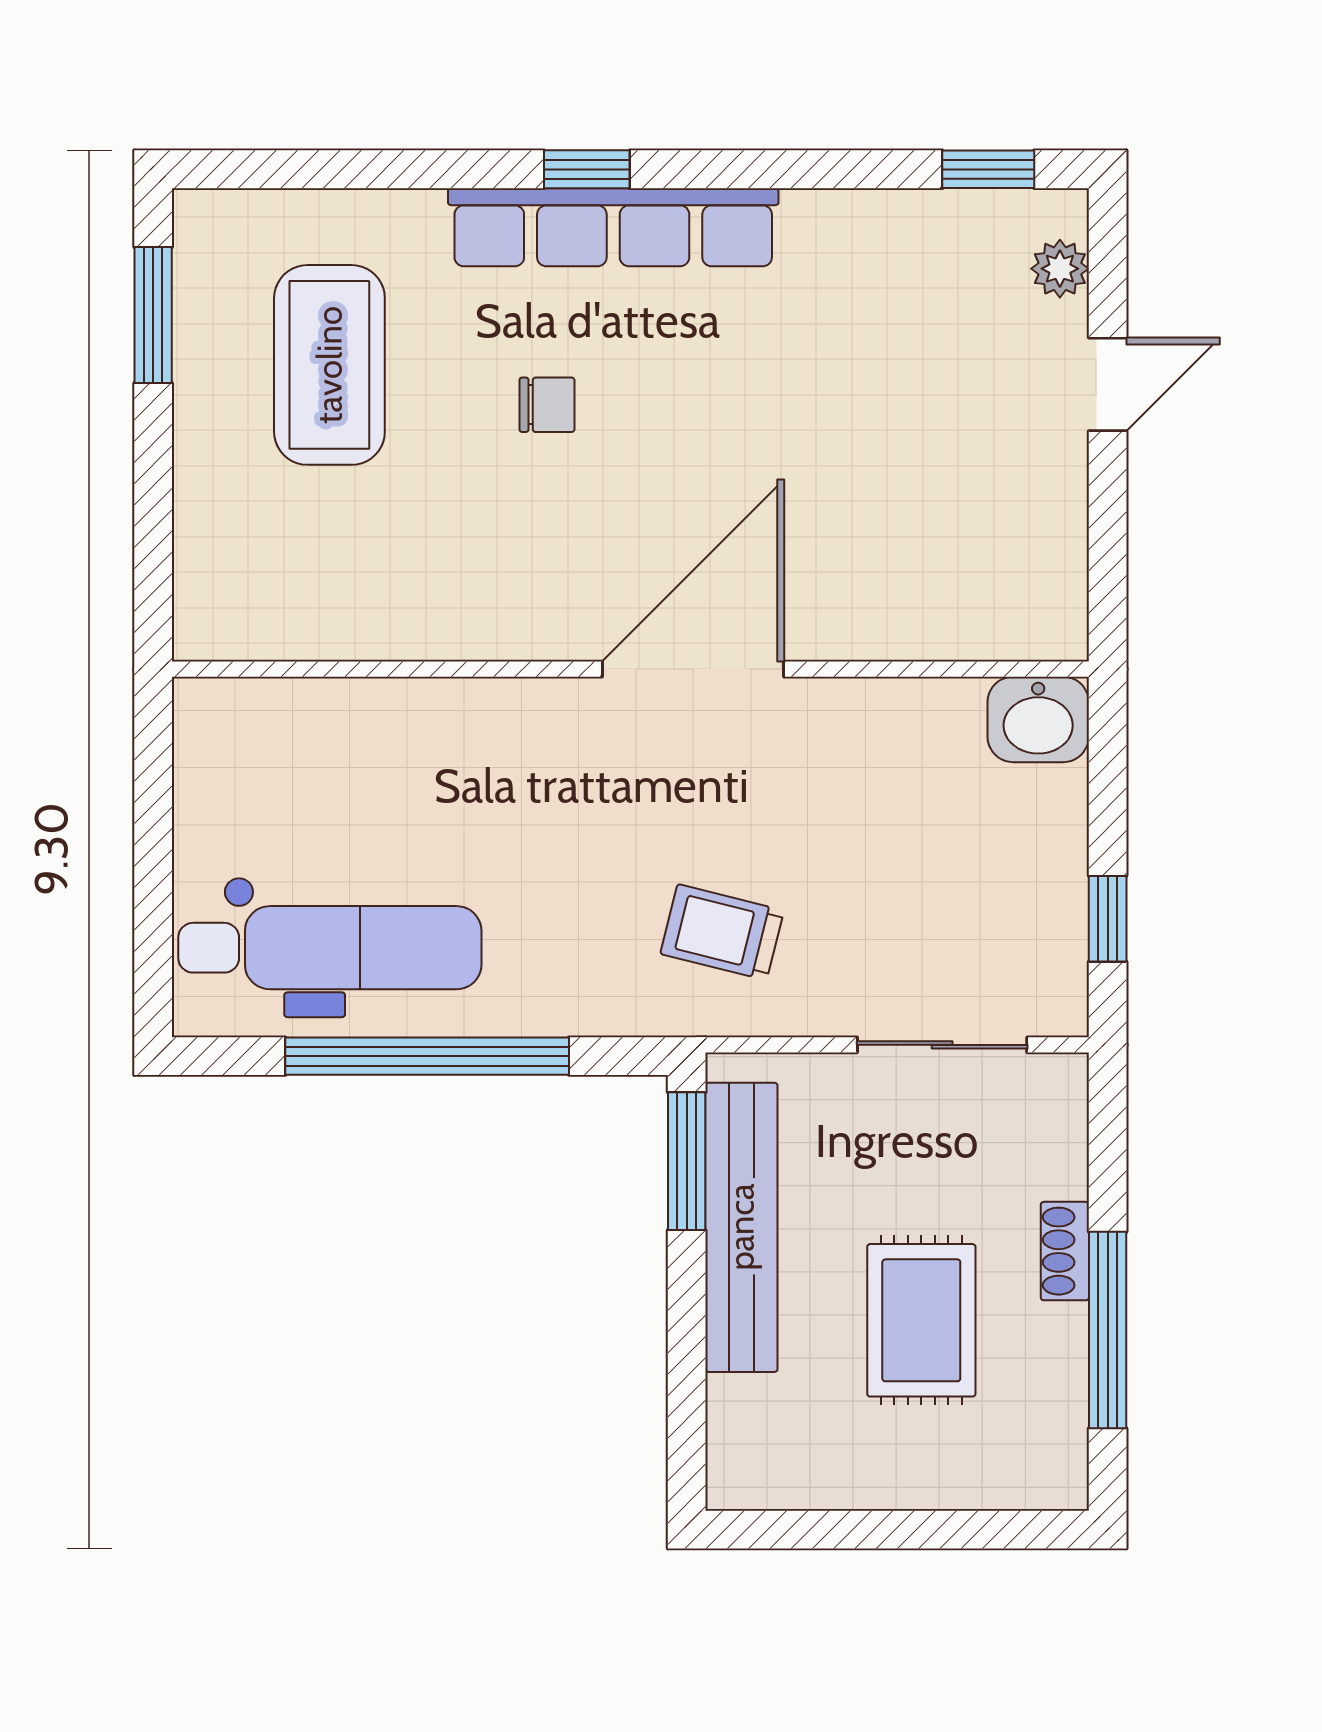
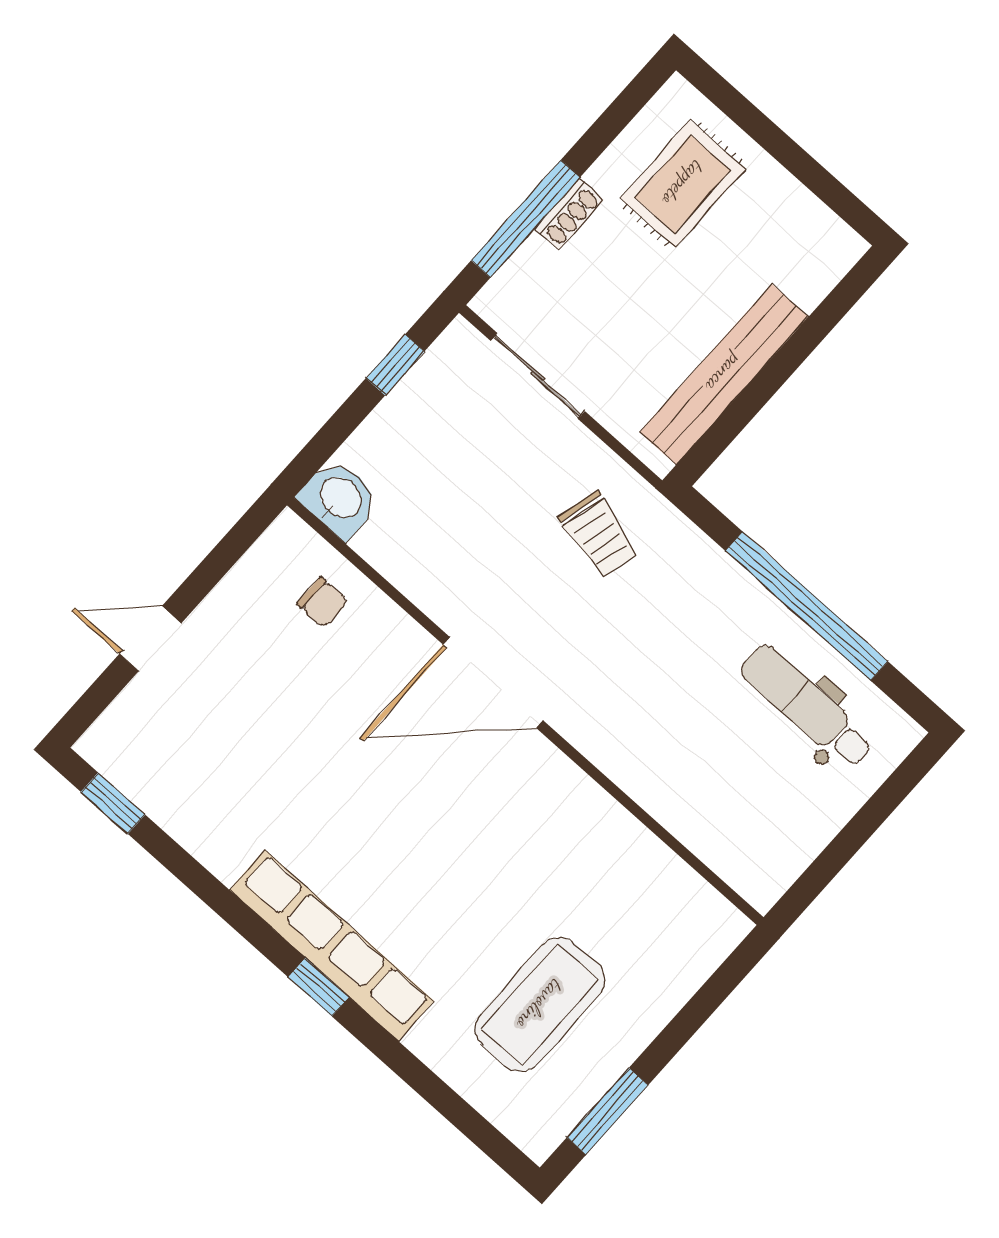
plant: (1060, 269) -> (122, 720), removed
chair: (547, 405) -> (322, 602), moved, turned 180
dental chair: (330, 948) -> (807, 706), width x0.73, depth x0.72
window: (687, 1161) -> (722, 433), removed
rug: (921, 1320) -> (683, 184), moved
window: (1108, 1330) -> (526, 219), moved

